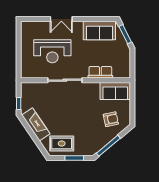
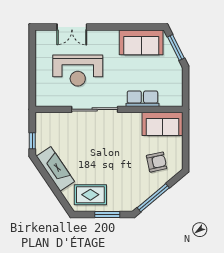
double door: (61, 19) -> (72, 27), moved

